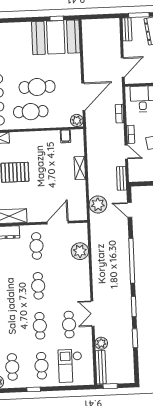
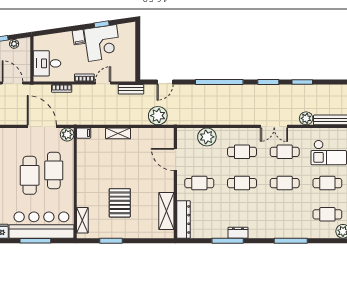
cafe table: (31, 112) -> (54, 170), moved
filing cabinet: (65, 136) -> (84, 133), moved
cafe table: (67, 285) -> (242, 152), added

